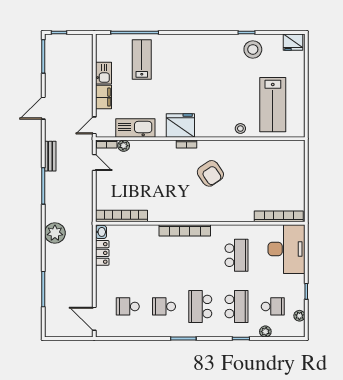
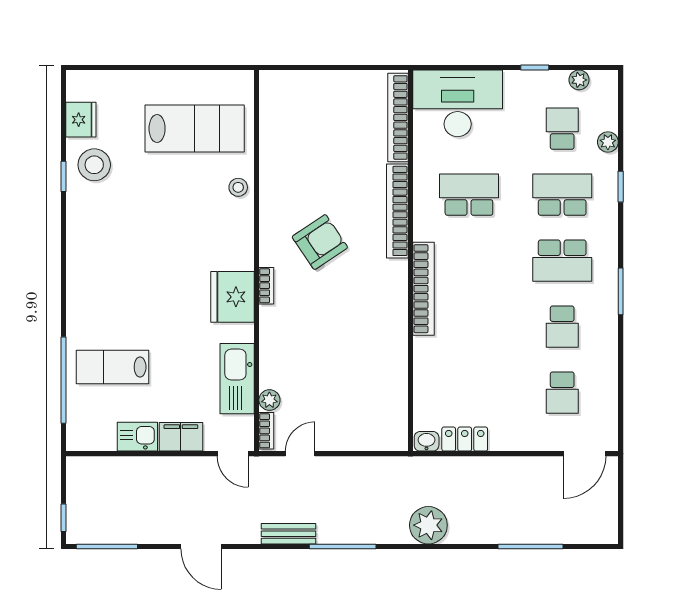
fridge: (293, 42) -> (81, 120), moved
bookcase: (121, 216) -> (397, 211), moved

